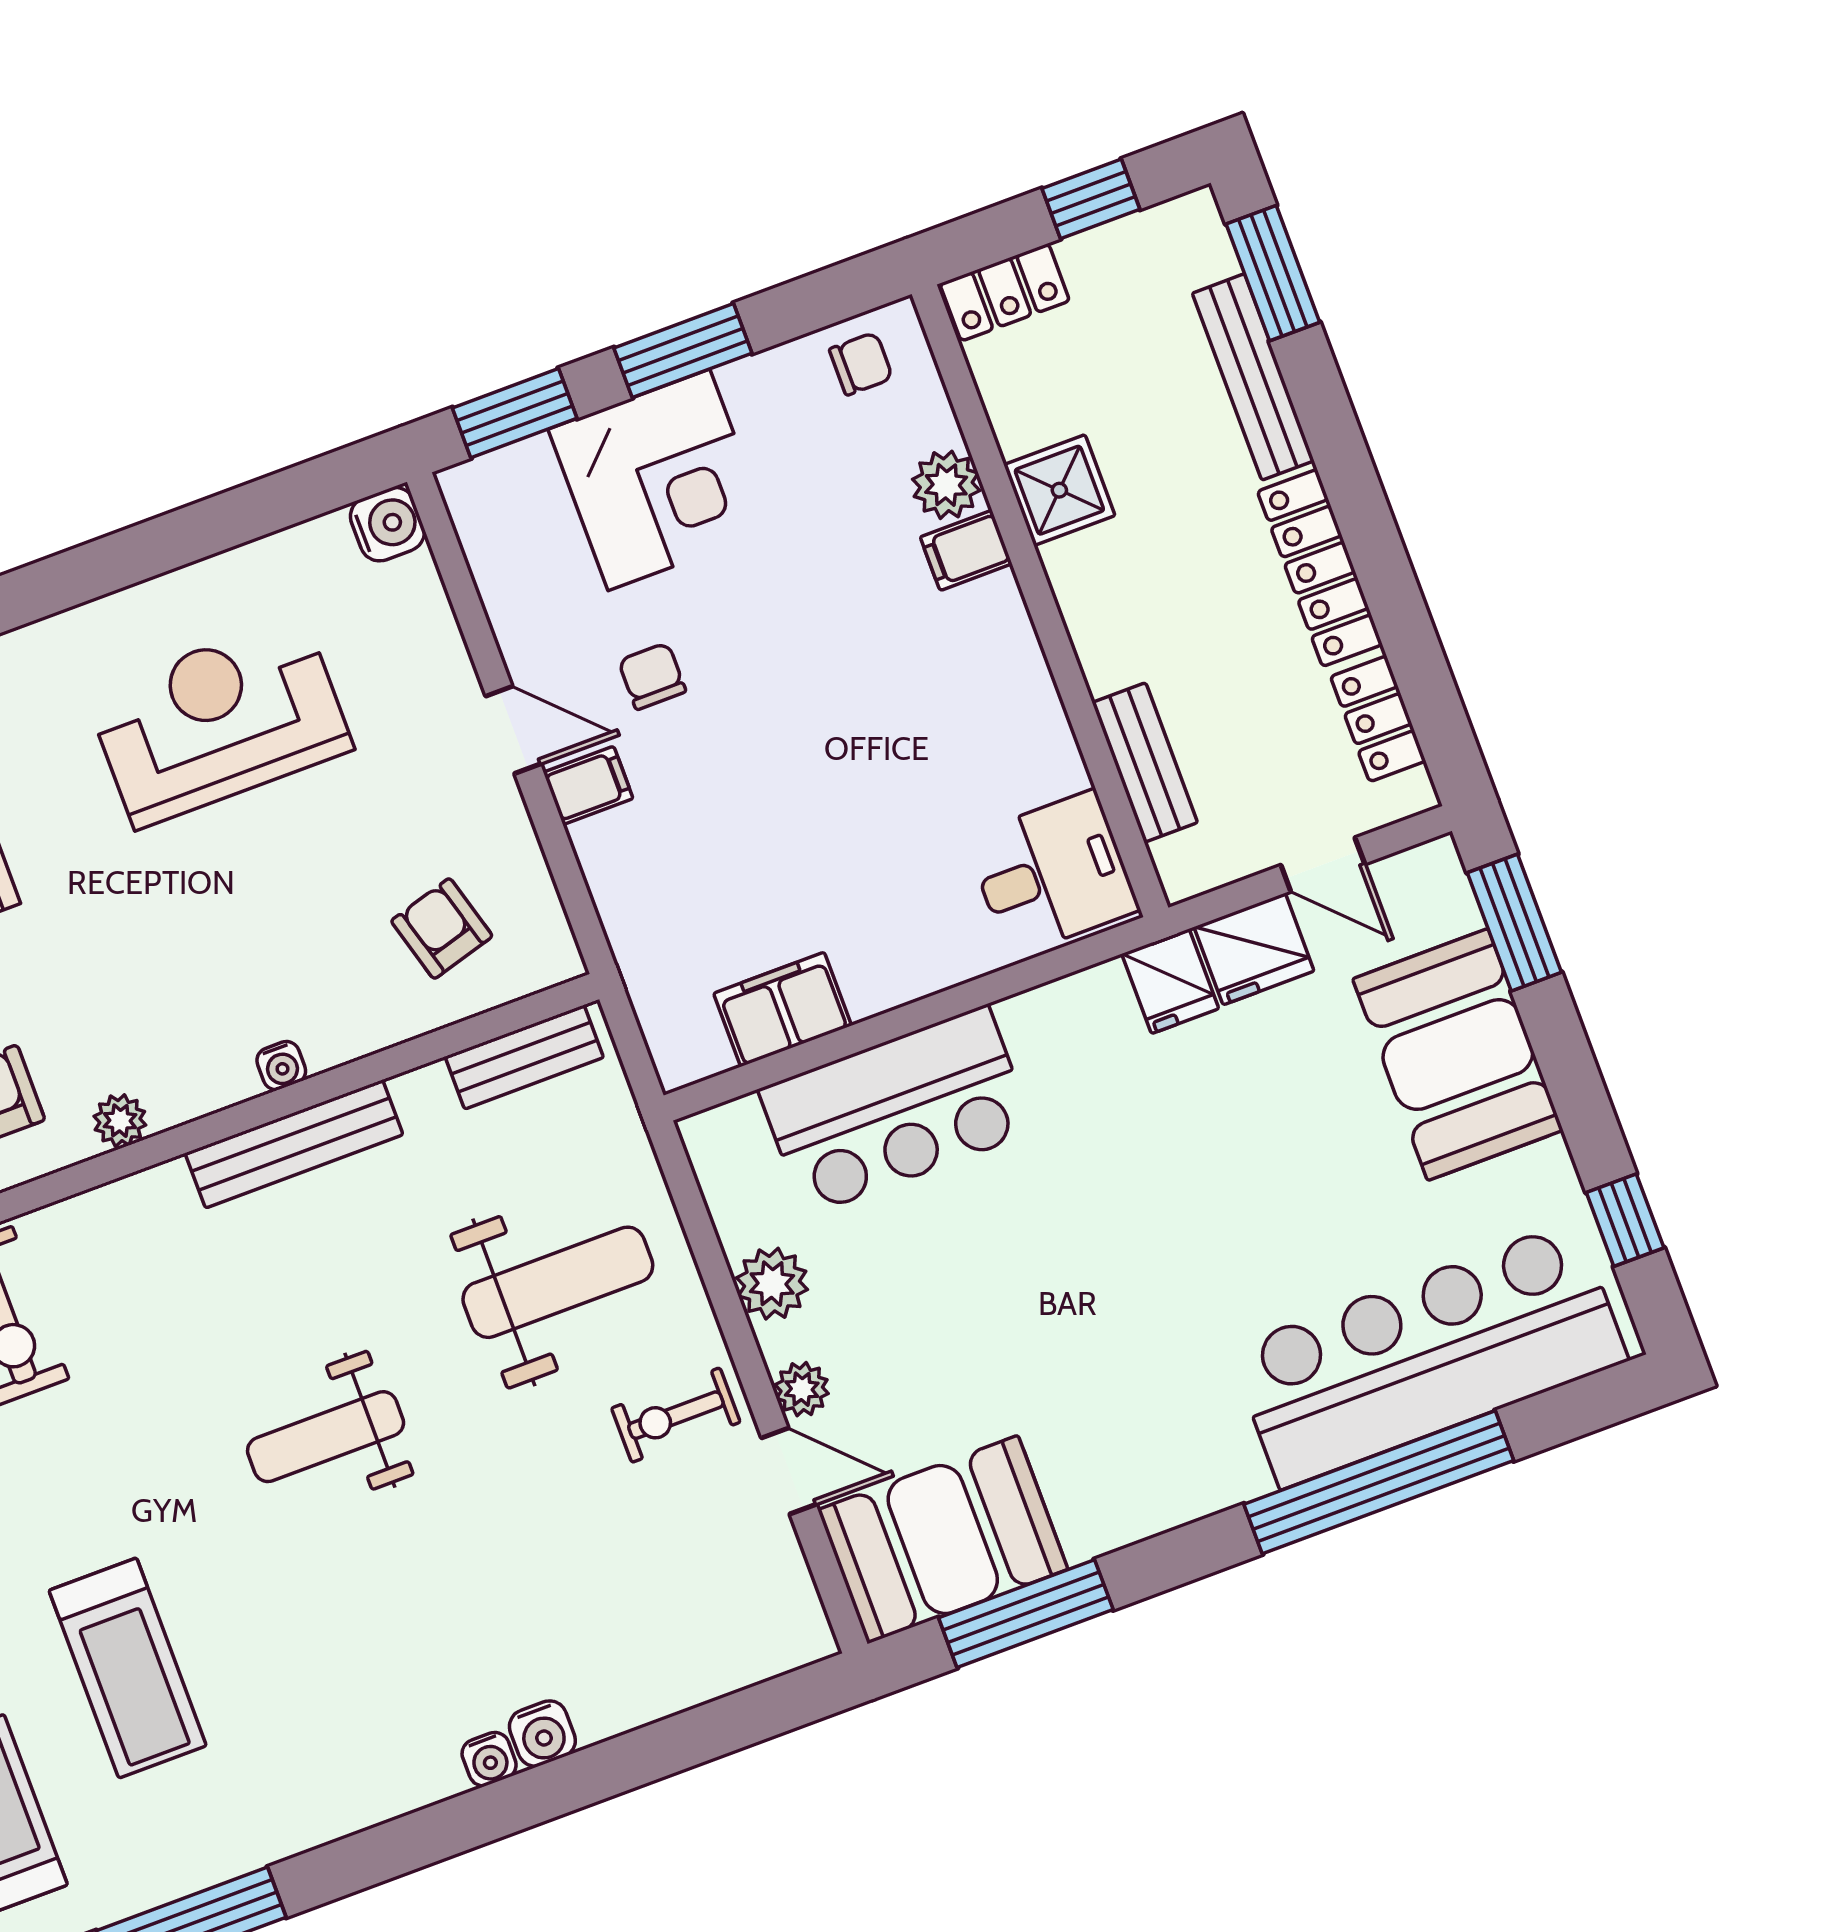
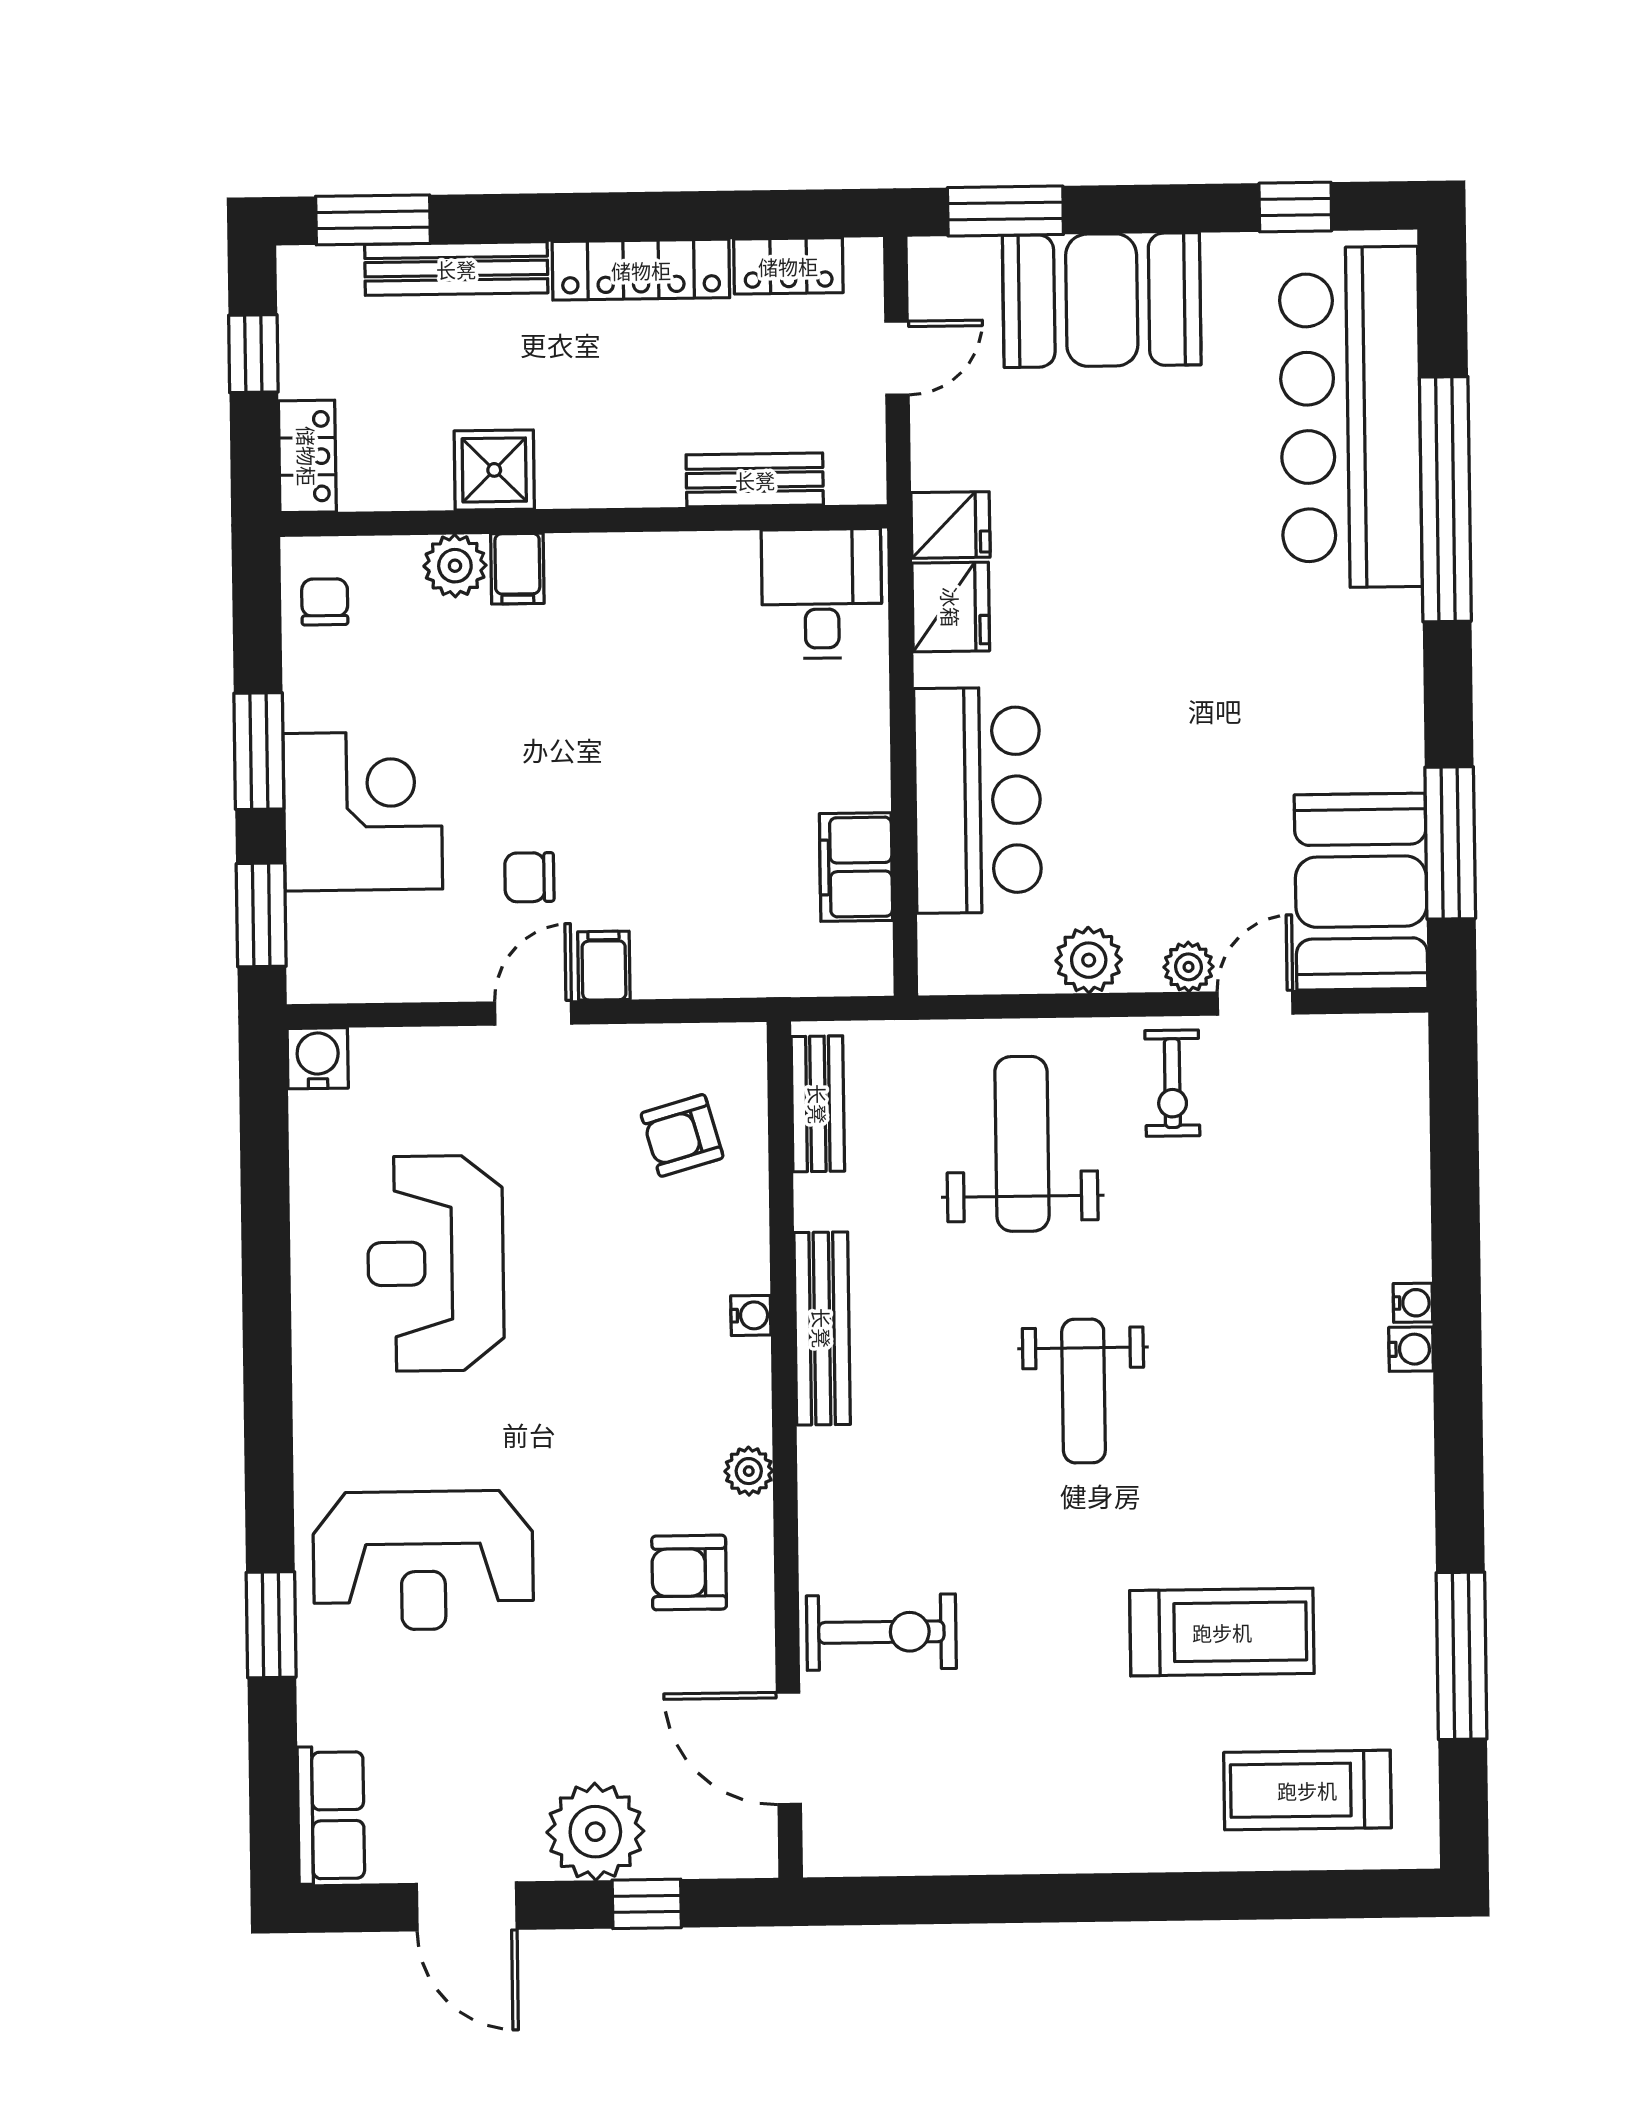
fridge: (1254, 949) -> (951, 607), moved
water cooler: (542, 1734) -> (1413, 1303), width x0.72, depth x0.72

